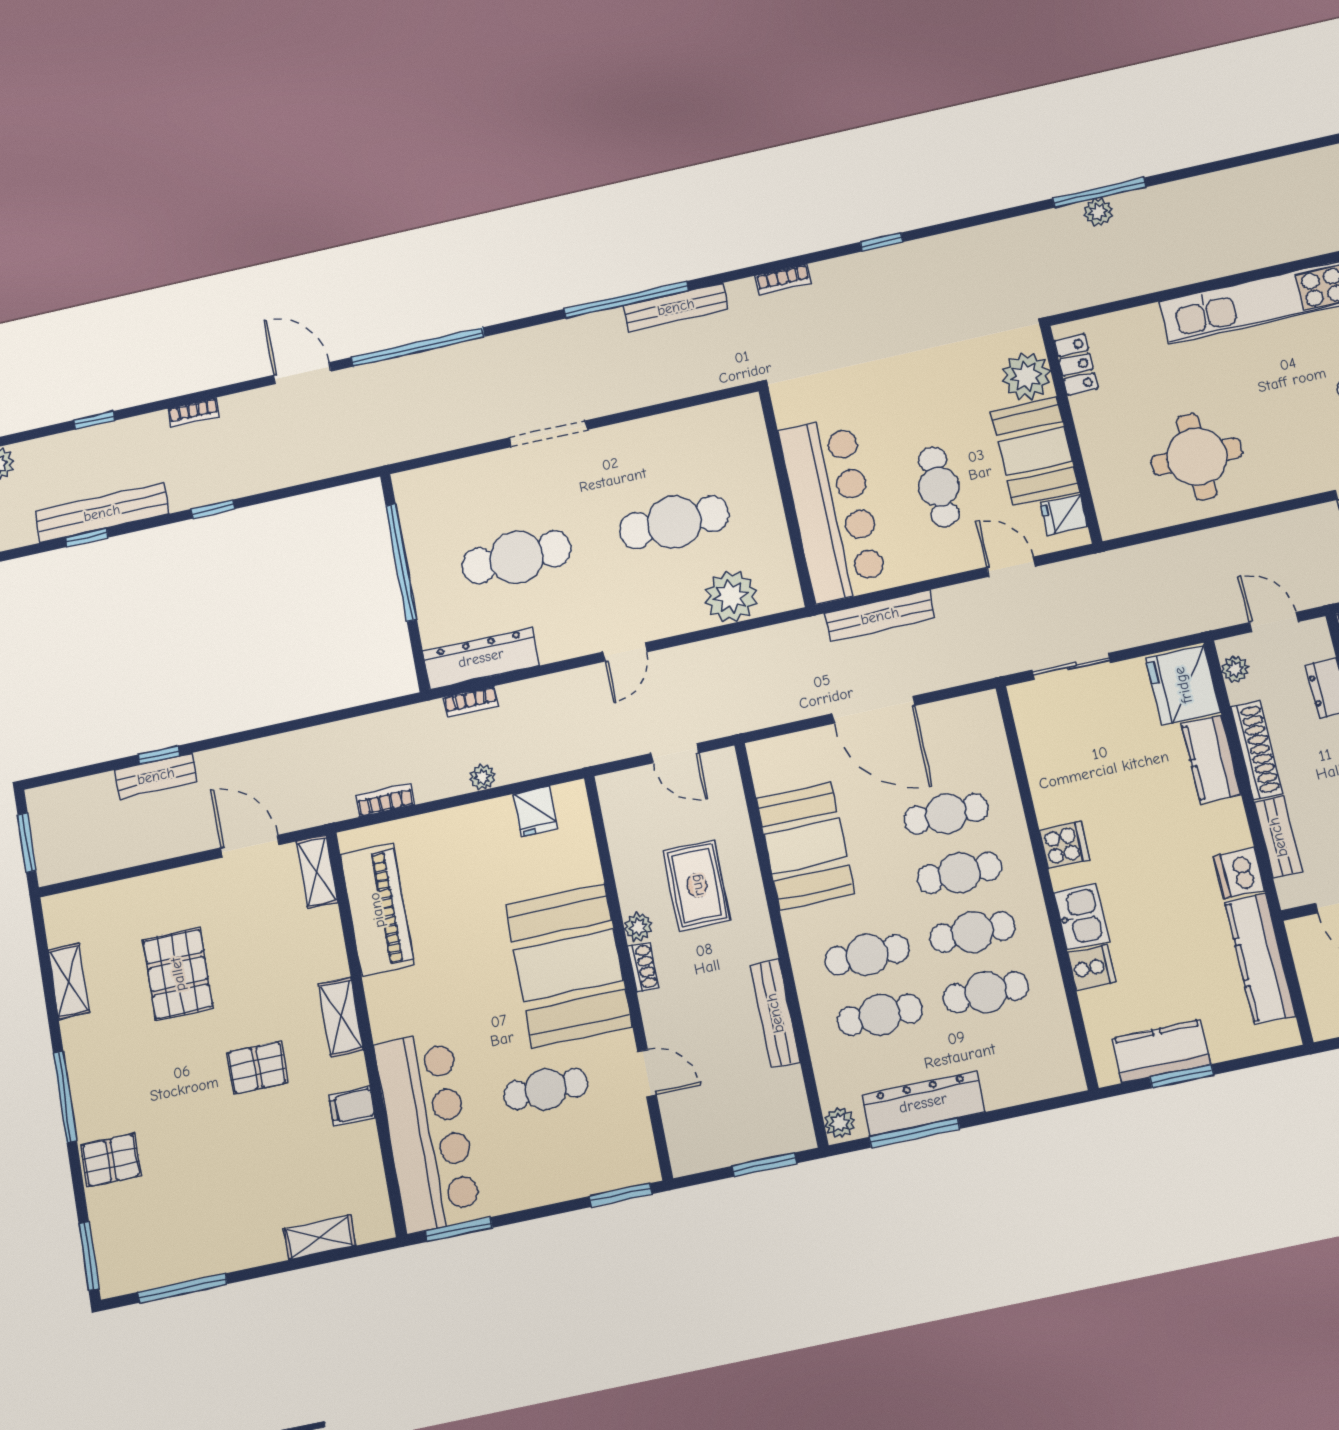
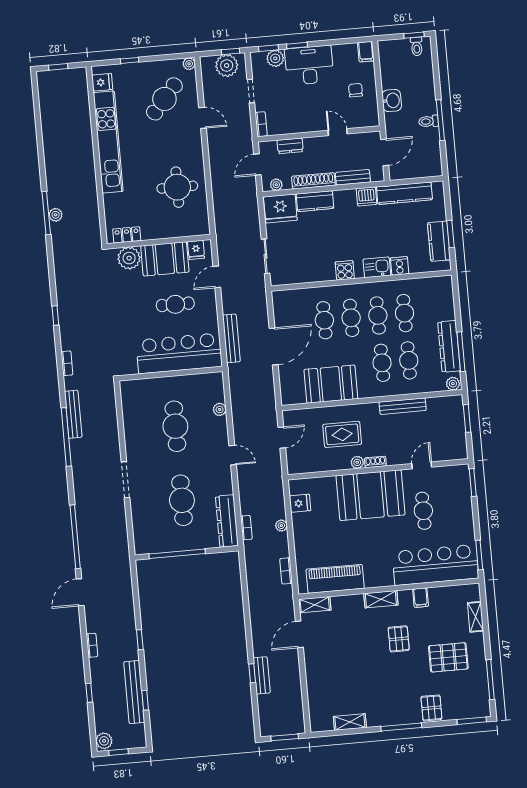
plant: (731, 596) -> (220, 409), width x0.53, depth x0.53
pallet: (178, 974) -> (448, 657), moved

